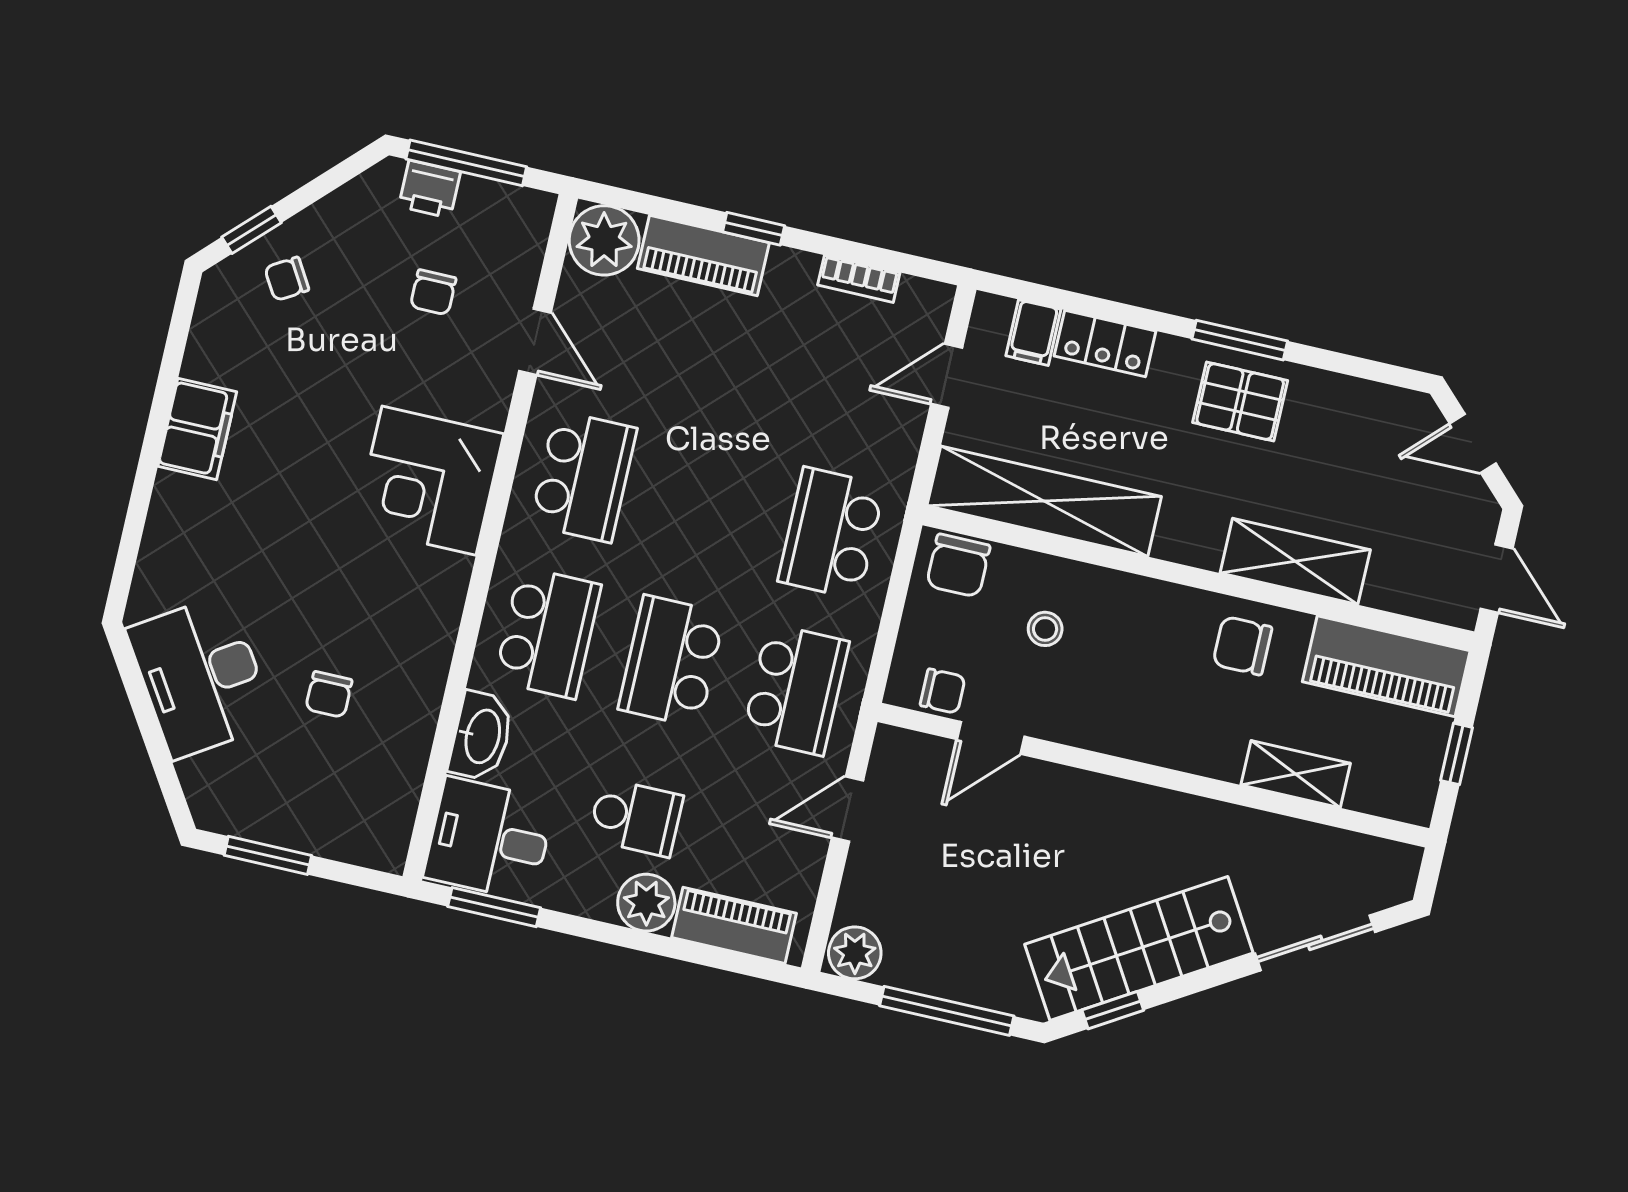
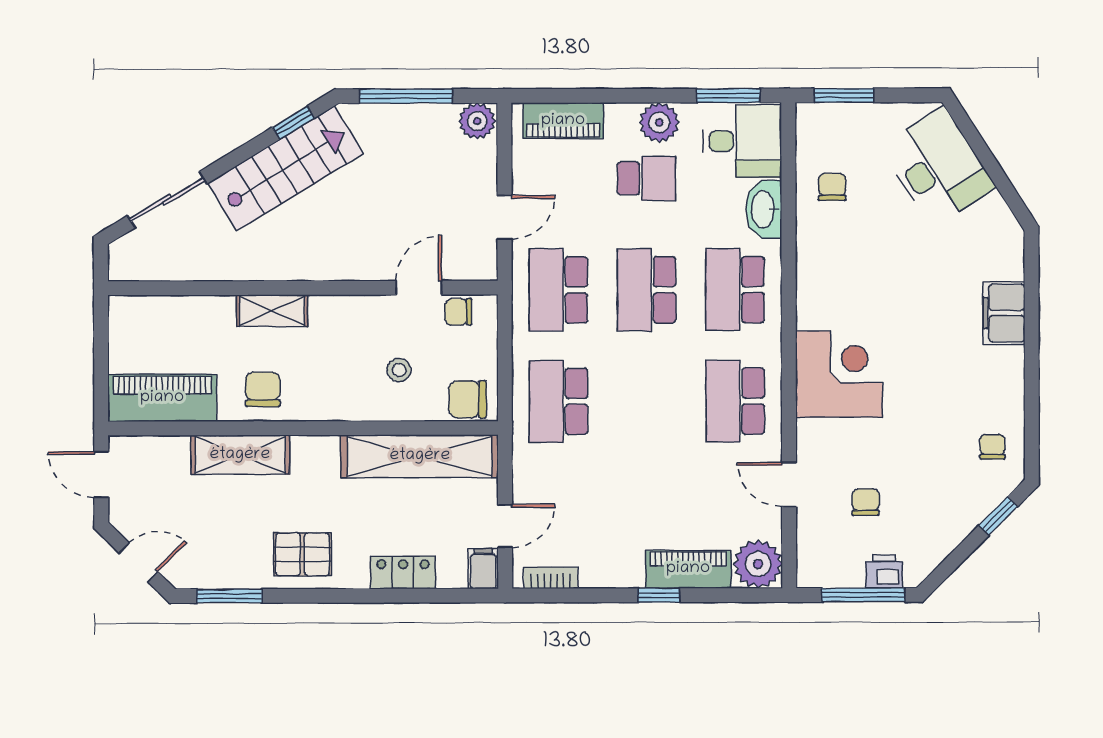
chair: (287, 279) -> (992, 447), moved, turned -59
bookcase: (859, 279) -> (551, 578), moved
filing cabinet: (1033, 333) -> (483, 569), moved
window: (1240, 340) -> (229, 596), moved
filing cabinet: (197, 429) -> (1004, 313), moved
school desk: (831, 533) -> (559, 401), turned 180
chair: (958, 566) -> (468, 399), turned -90
chair: (1242, 646) -> (263, 389), turned -90
school desk: (672, 661) -> (647, 290), turned 180
desk: (201, 676) -> (938, 167), moved
chair: (329, 695) -> (832, 187), moved
window: (1456, 754) -> (101, 350), removed
shelving: (1296, 774) -> (272, 311), moved
school desk: (636, 818) -> (646, 178), turned 180
window: (268, 855) -> (844, 95), moved
plant: (646, 903) -> (659, 122), moved

